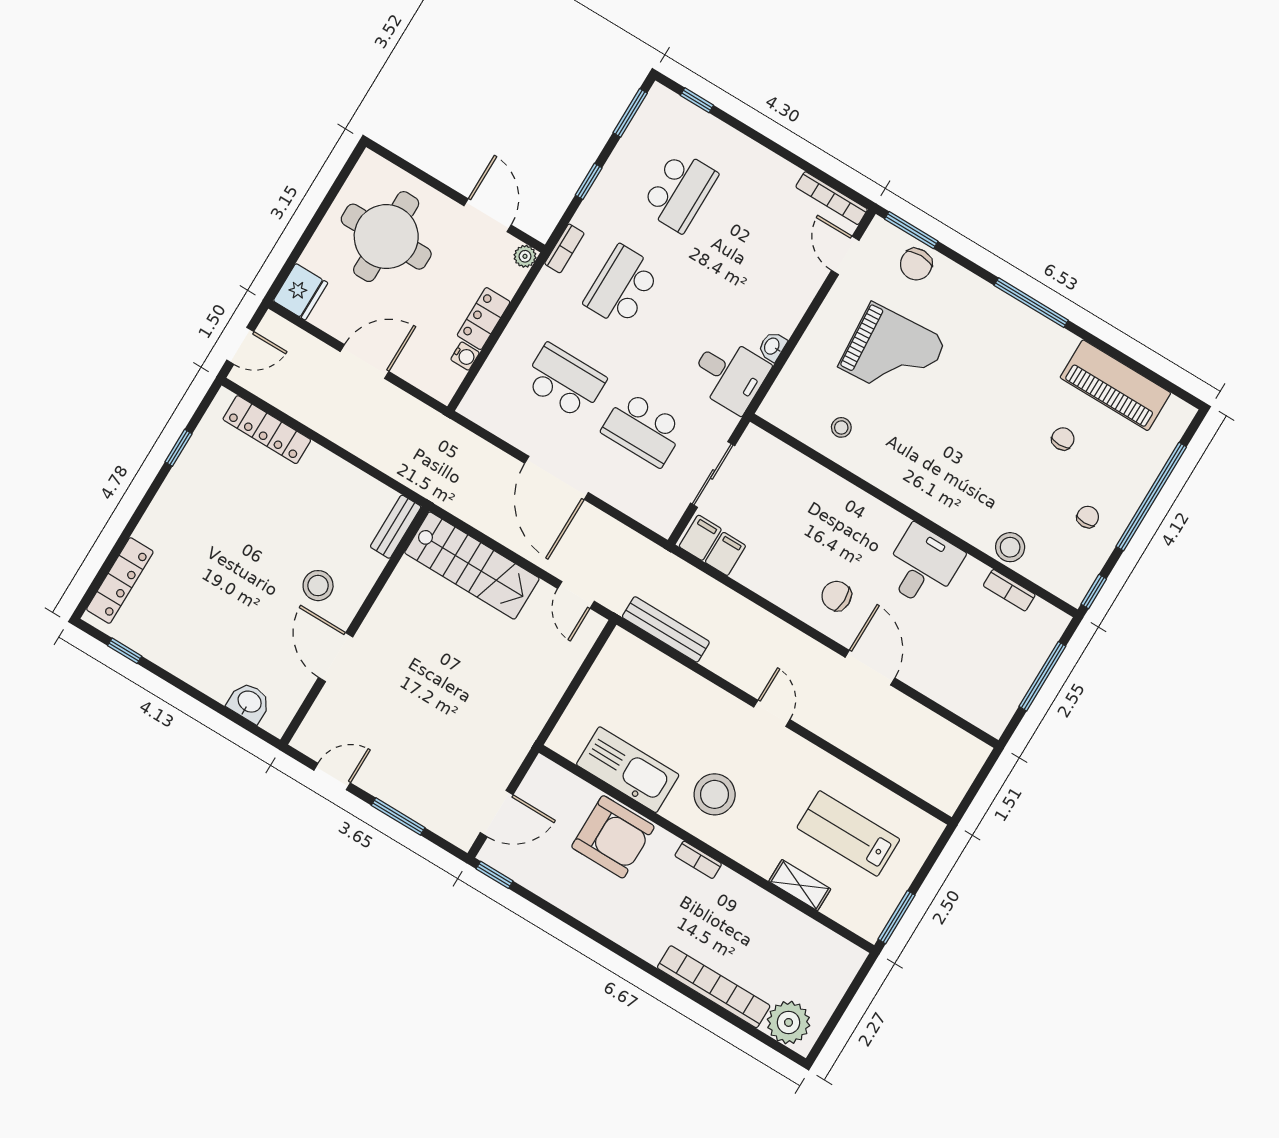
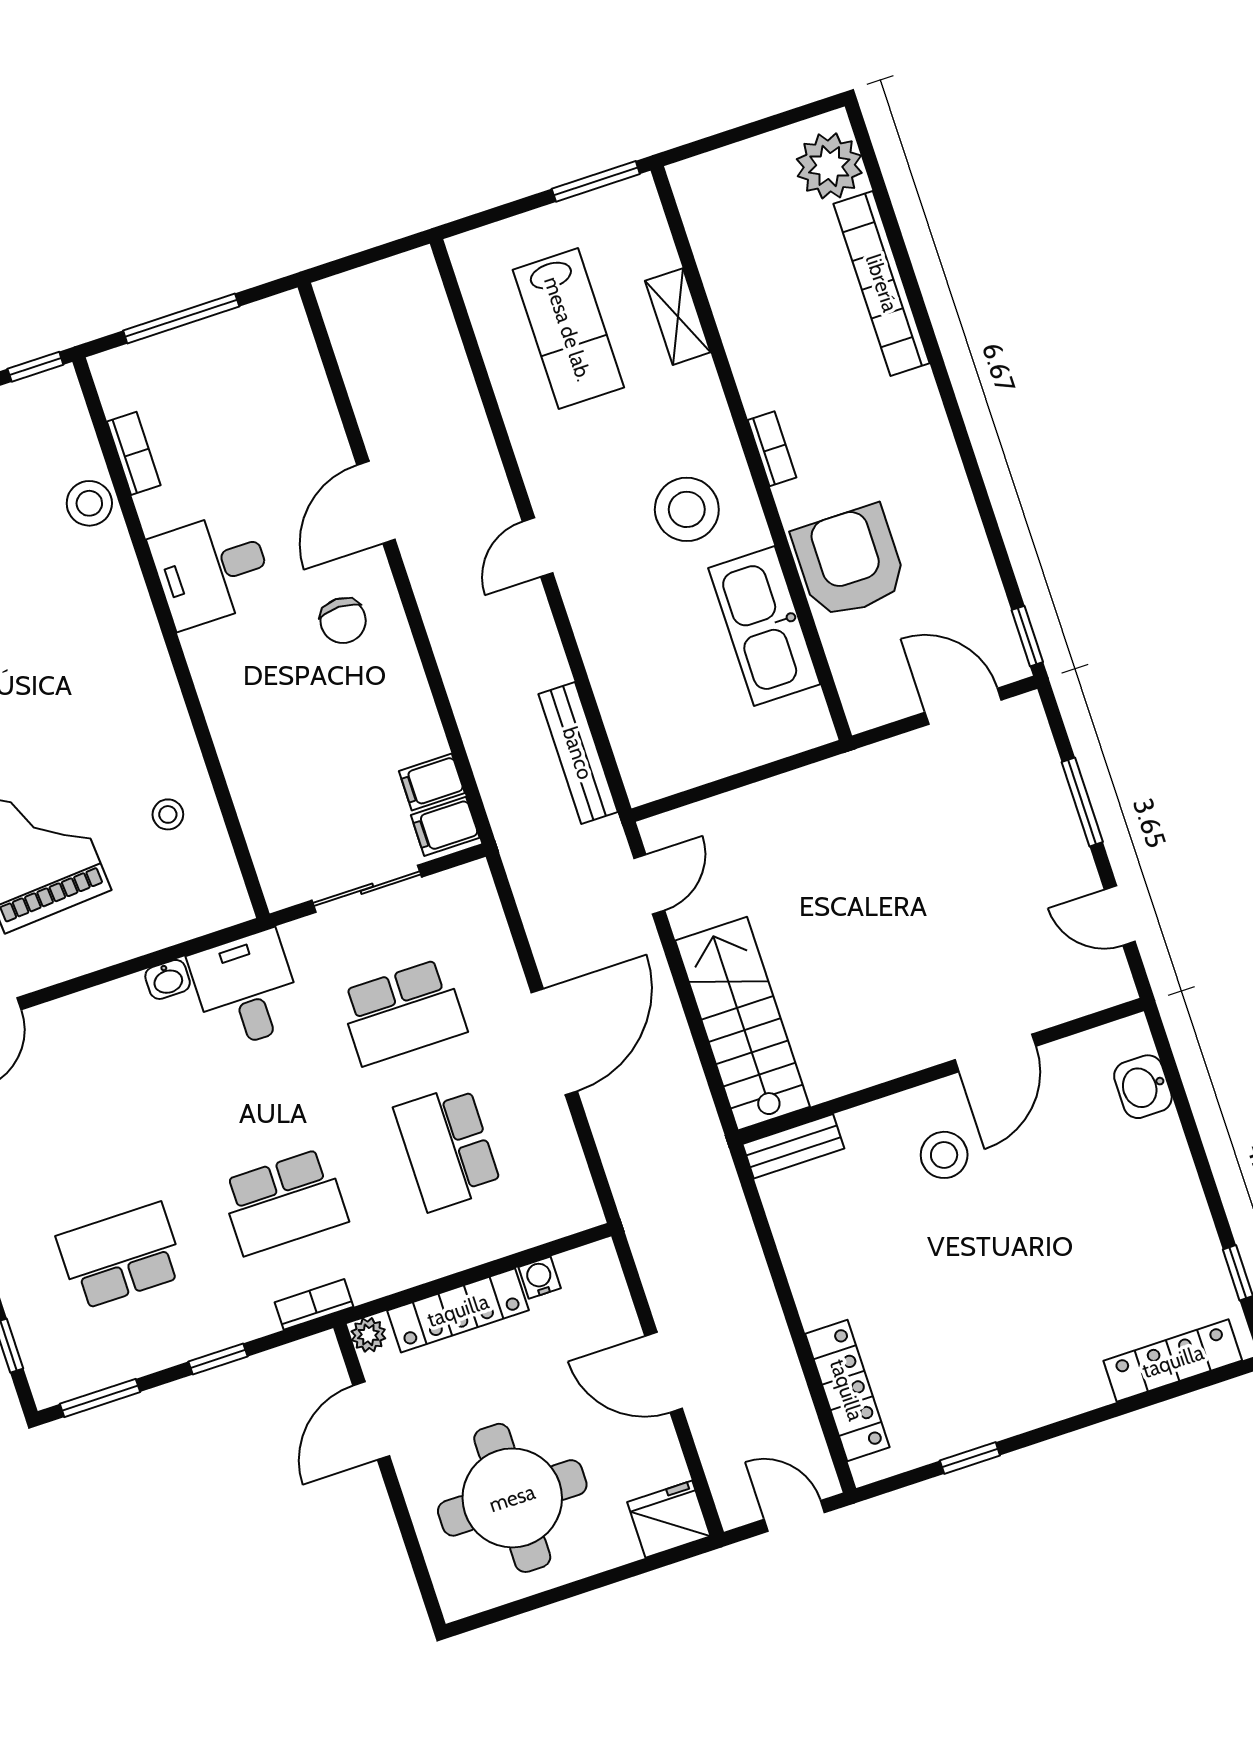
locker: (484, 319) -> (458, 1310), width x1.53
school desk: (643, 429) -> (403, 1012), turned 90

